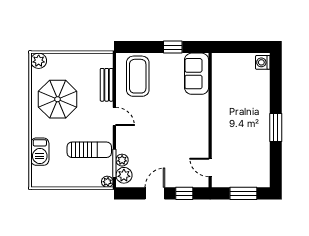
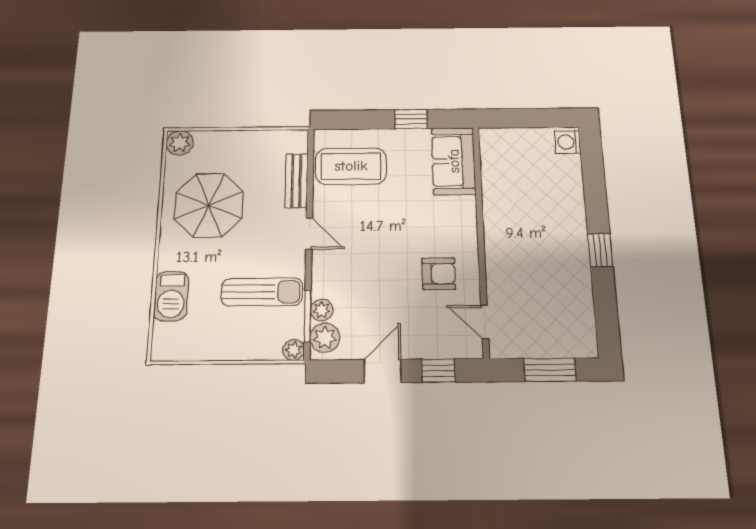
coffee table: (138, 76) -> (351, 166), turned 90
window: (276, 128) -> (600, 250), width x0.67
armchair: (186, 140) -> (439, 274), added

